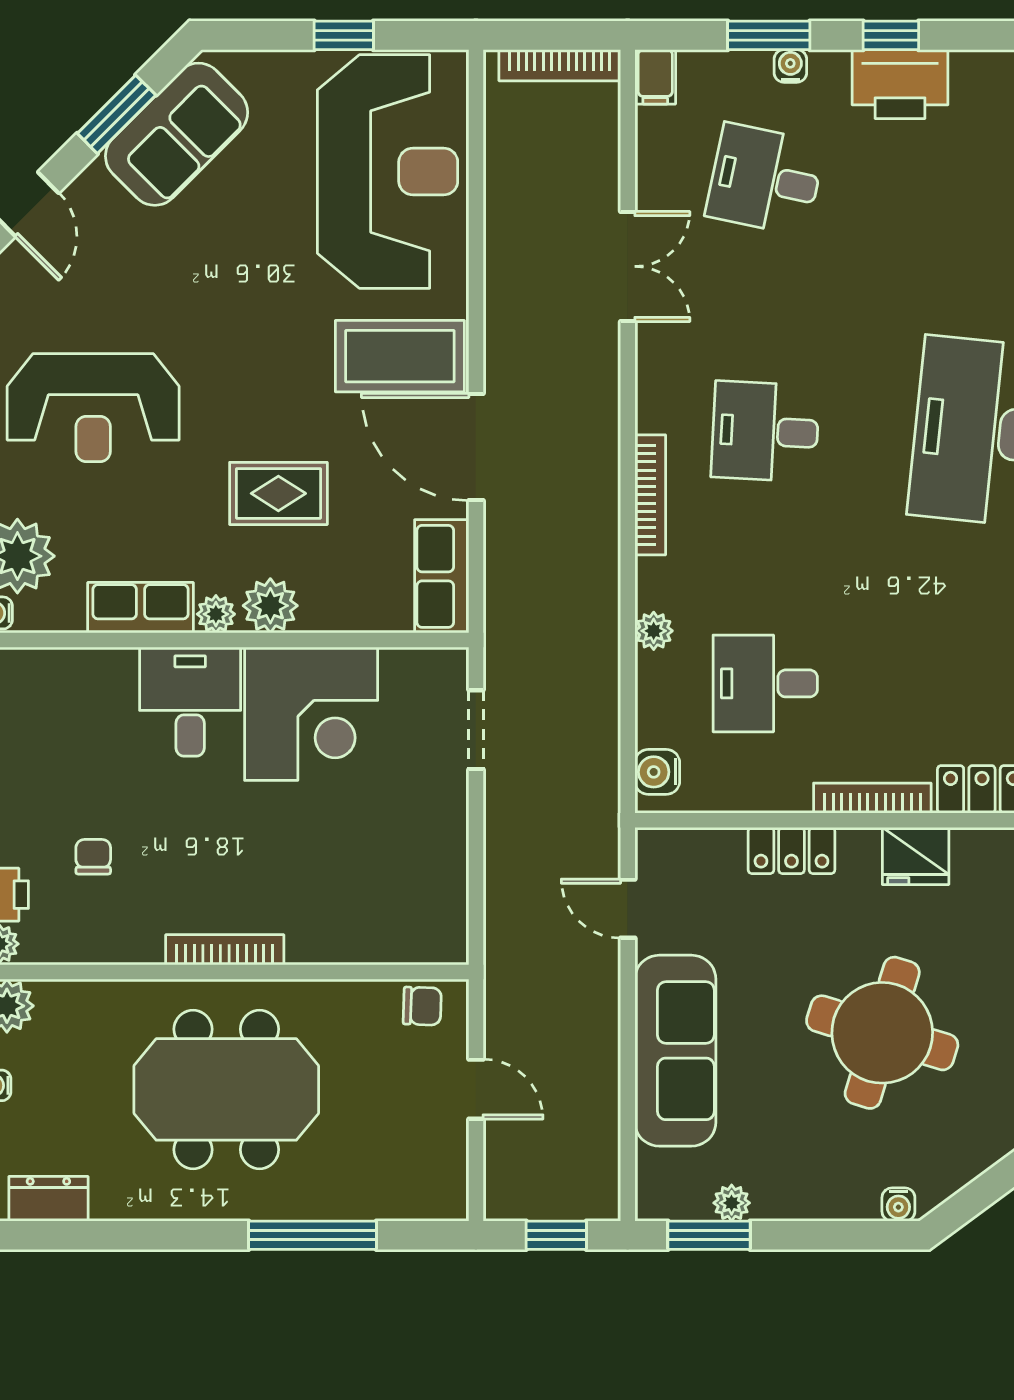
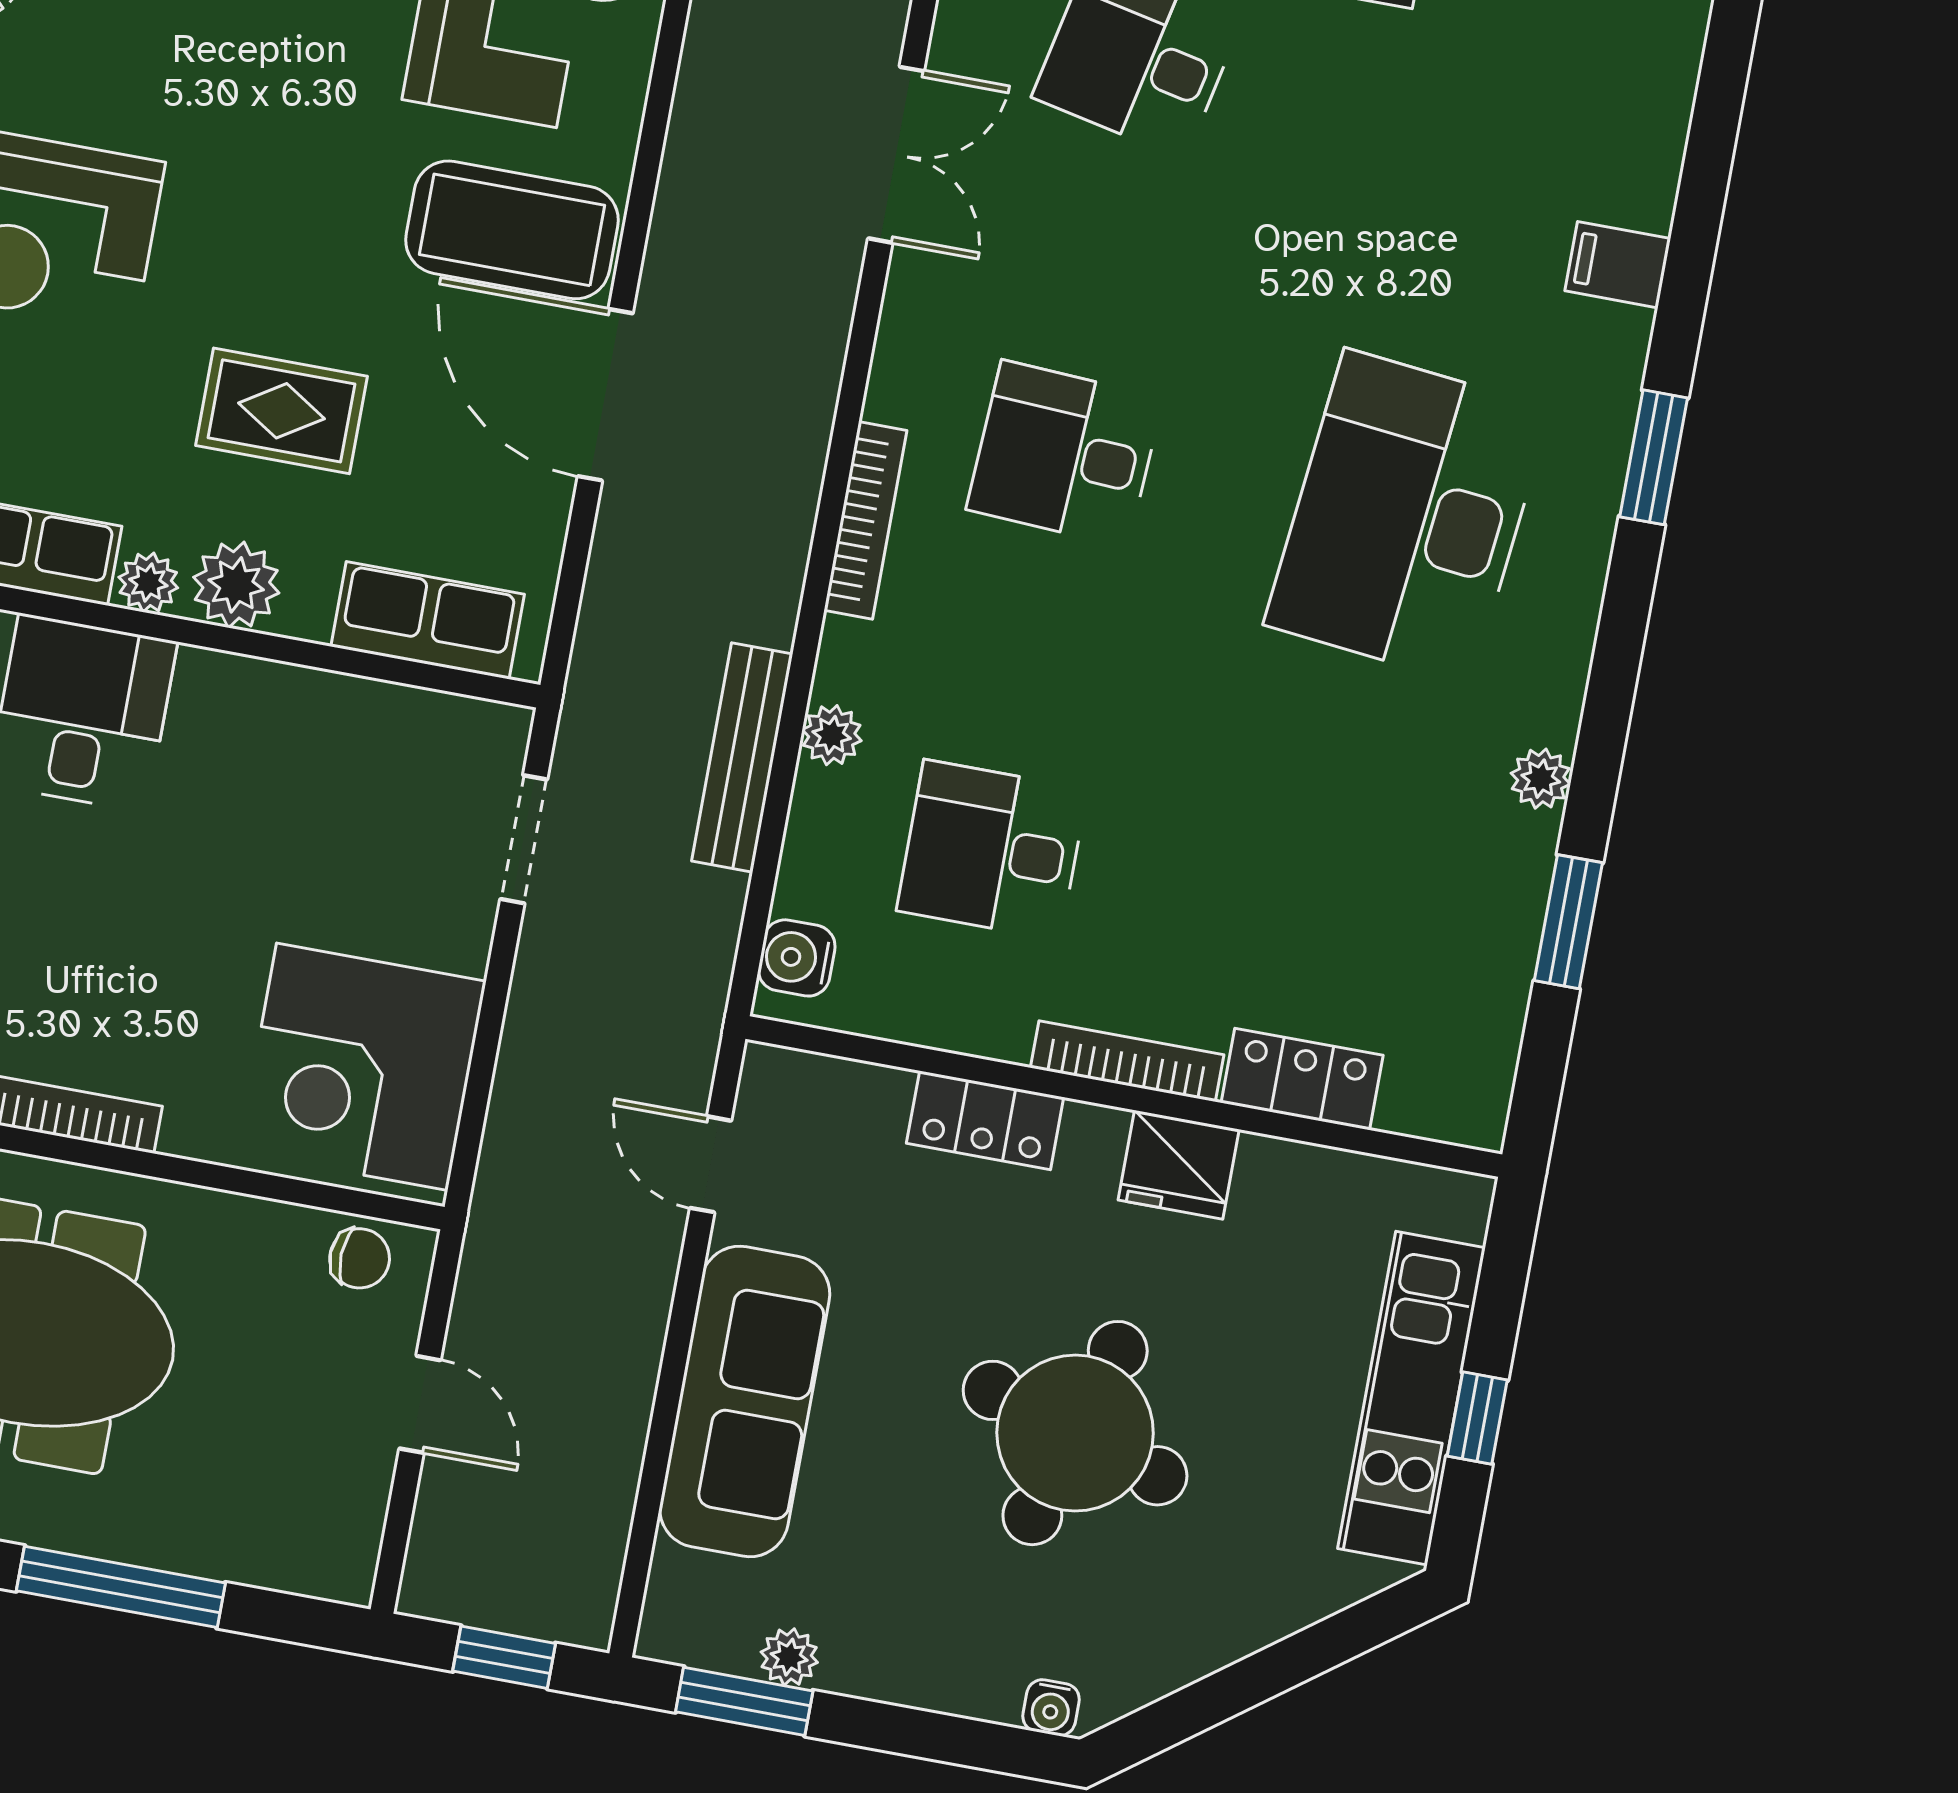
row of seats: (442, 576) -> (428, 620), moved, turned 90
bench: (601, 655) -> (742, 758), added
corner desk: (311, 714) -> (362, 1067), moved, turned 90

